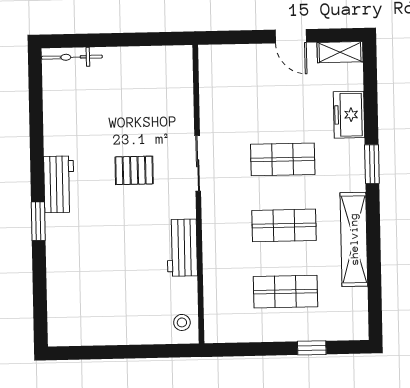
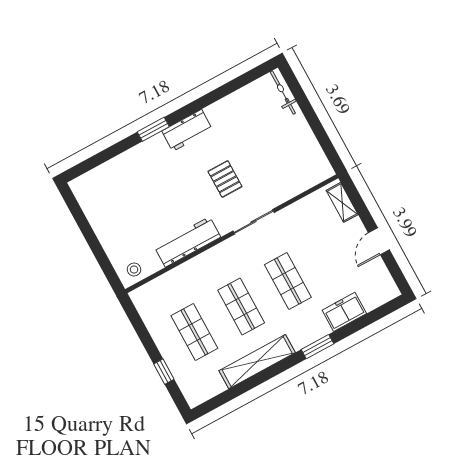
shelving: (340, 52) -> (342, 202), moved
workbench: (182, 248) -> (187, 242), width x1.38

